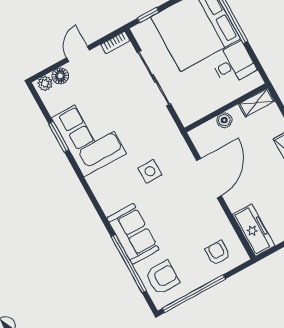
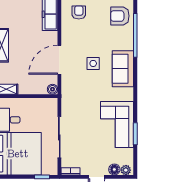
boiler: (224, 120) -> (53, 89), moved
side table: (150, 171) -> (93, 63), moved
sofa: (133, 234) -> (123, 69), moved
armchair: (218, 253) -> (79, 12), turned 180

